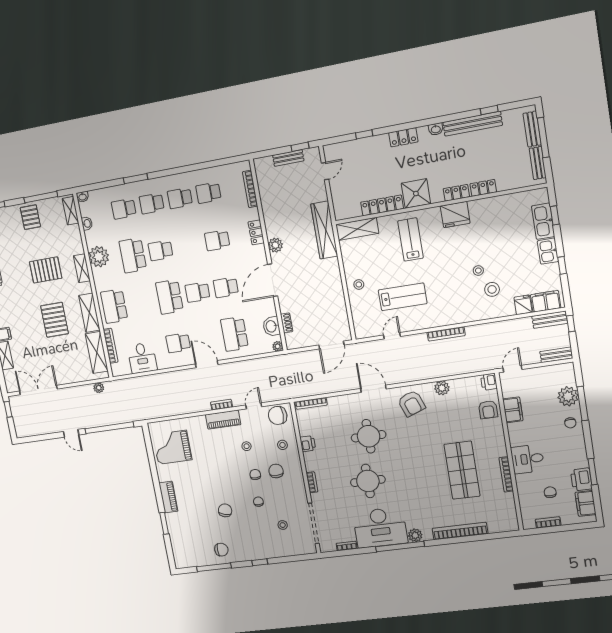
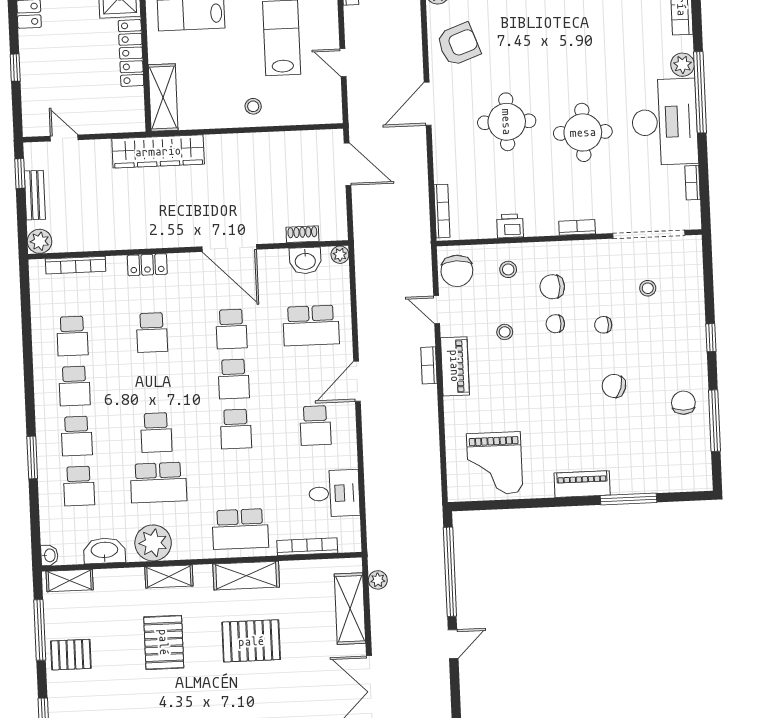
washbasin: (87, 223) -> (104, 551), width x1.91, depth x1.45
plant: (275, 245) -> (40, 241), moved
school desk: (169, 297) -> (236, 429), width x0.54
shelving: (97, 352) -> (350, 609), moved, turned 90
window: (164, 523) -> (629, 499), width x1.44

